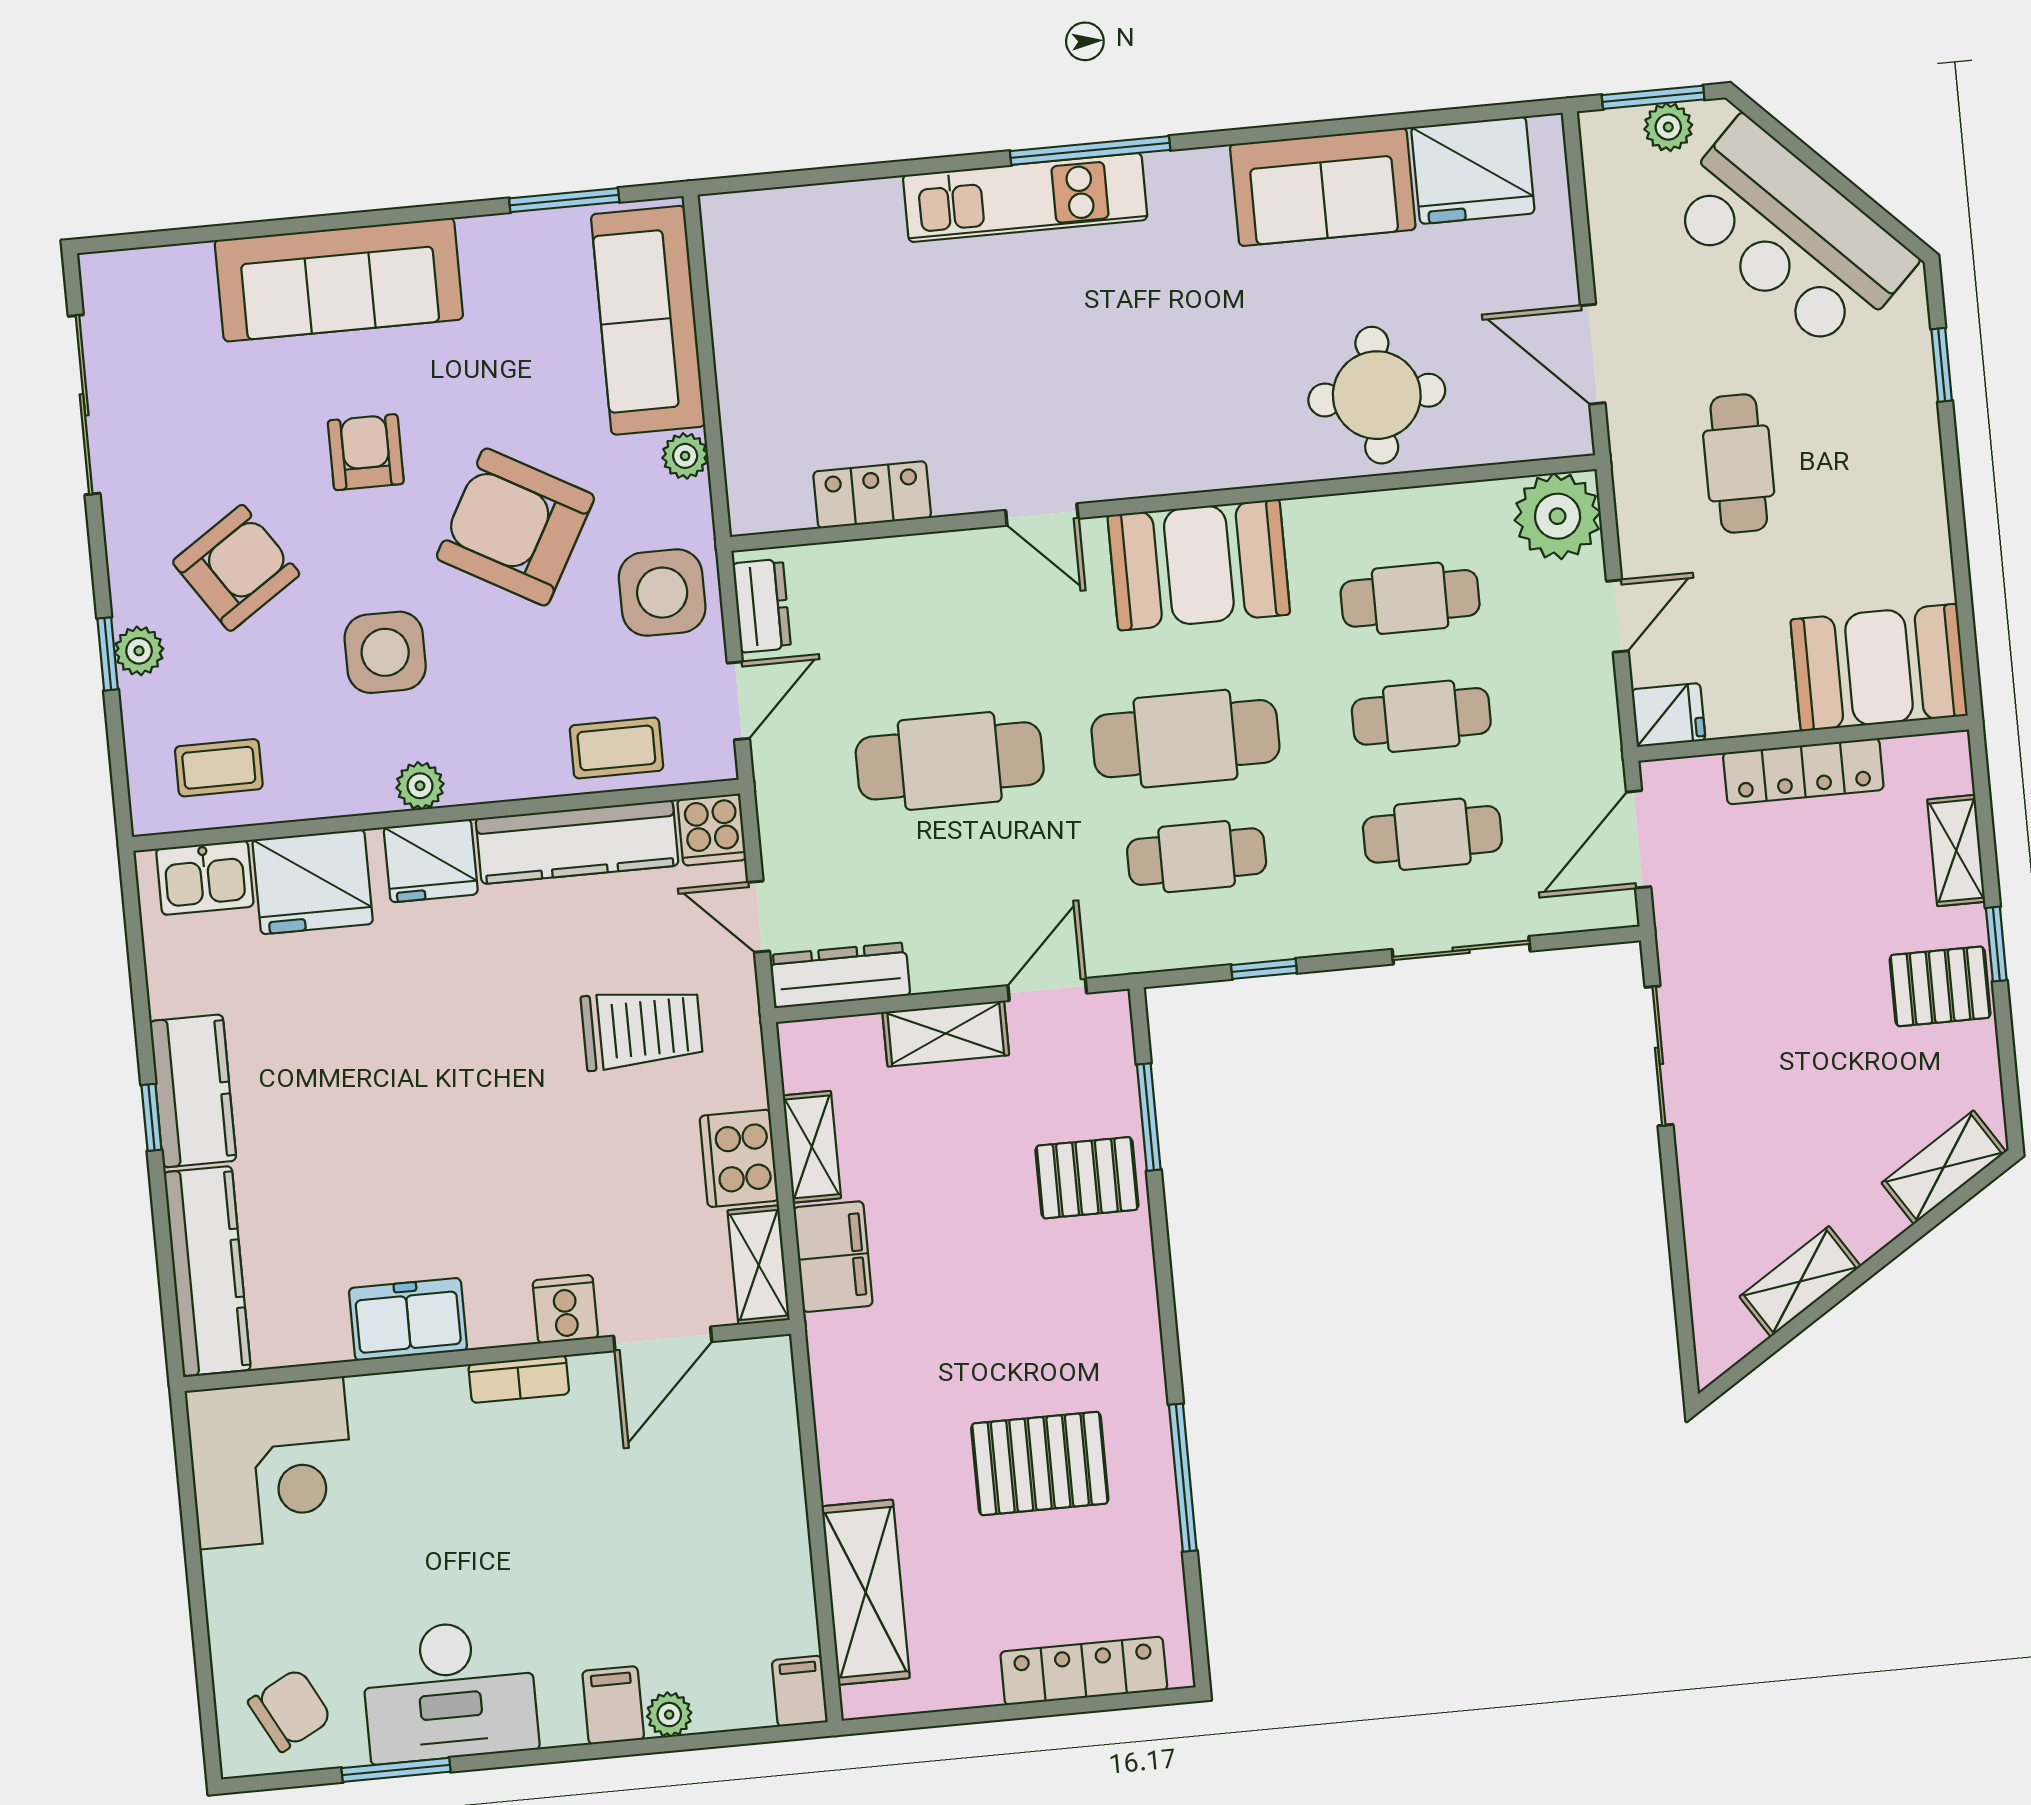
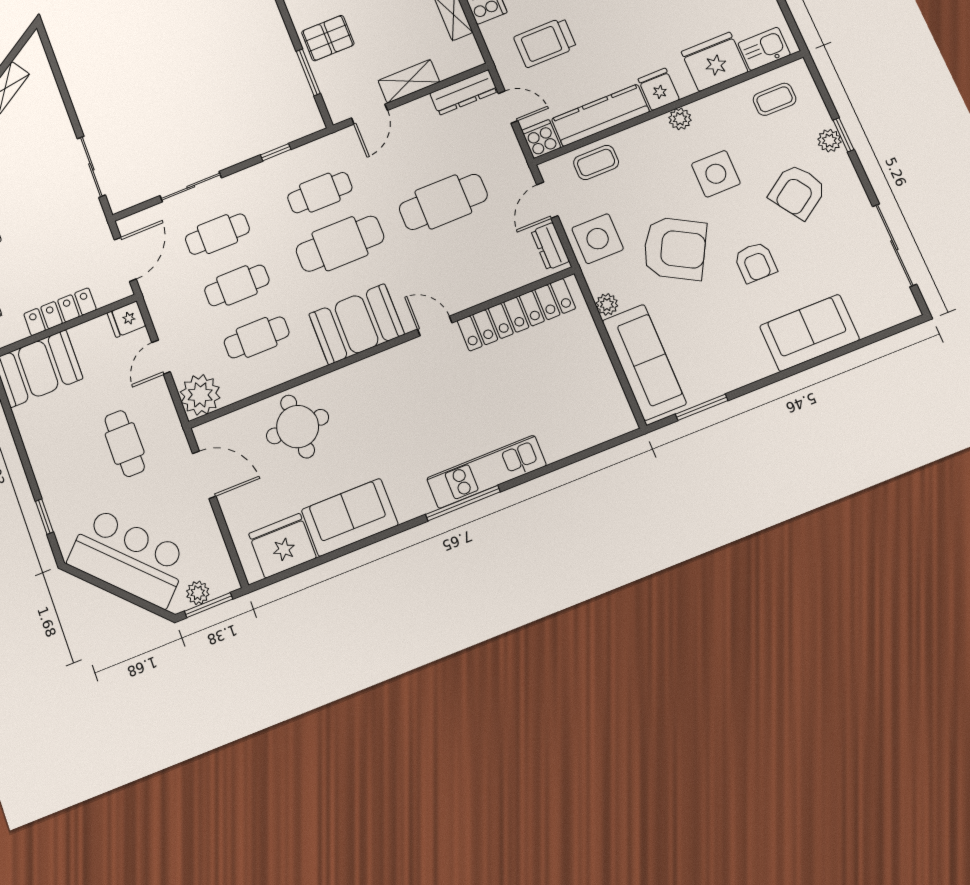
sofa: (339, 280) -> (809, 333), width x0.73
locker: (872, 495) -> (516, 315), width x2.16, depth x1.21
fridge: (431, 861) -> (659, 89), width x0.72

